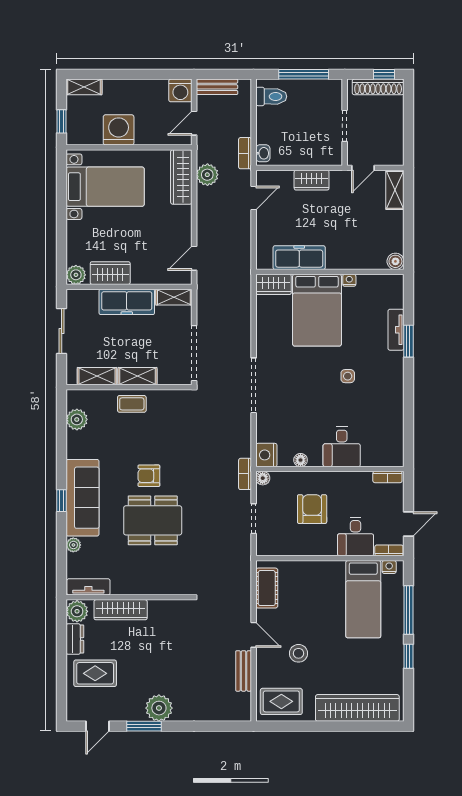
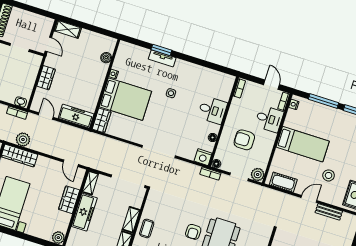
freezer: (299, 258) -> (76, 116), moved, turned 90
boiler: (395, 261) -> (106, 58), moved
wardrobe: (110, 273) -> (69, 200), moved
tv unit: (396, 330) -> (162, 58), moved
plant: (266, 546) -> (258, 175), added
bed: (363, 599) -> (303, 144), moved

